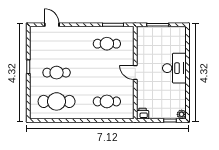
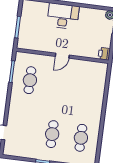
cafe table: (57, 101) -> (81, 138), width x0.73, depth x0.74
cafe table: (107, 101) -> (87, 88), removed

